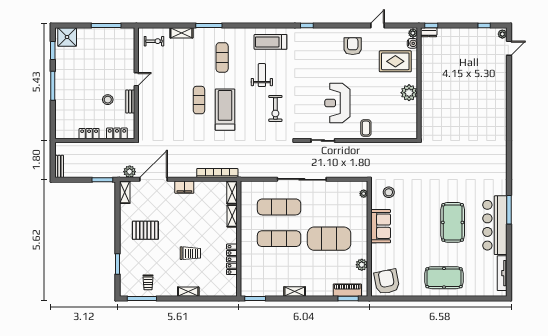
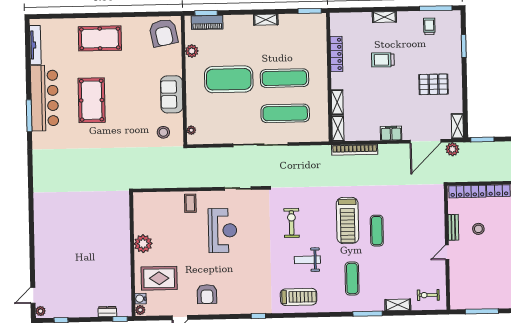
dresser: (429, 32) -> (107, 312), moved
weight bench: (262, 75) -> (307, 260), turned 90
locker: (117, 133) -> (467, 192), width x1.53

